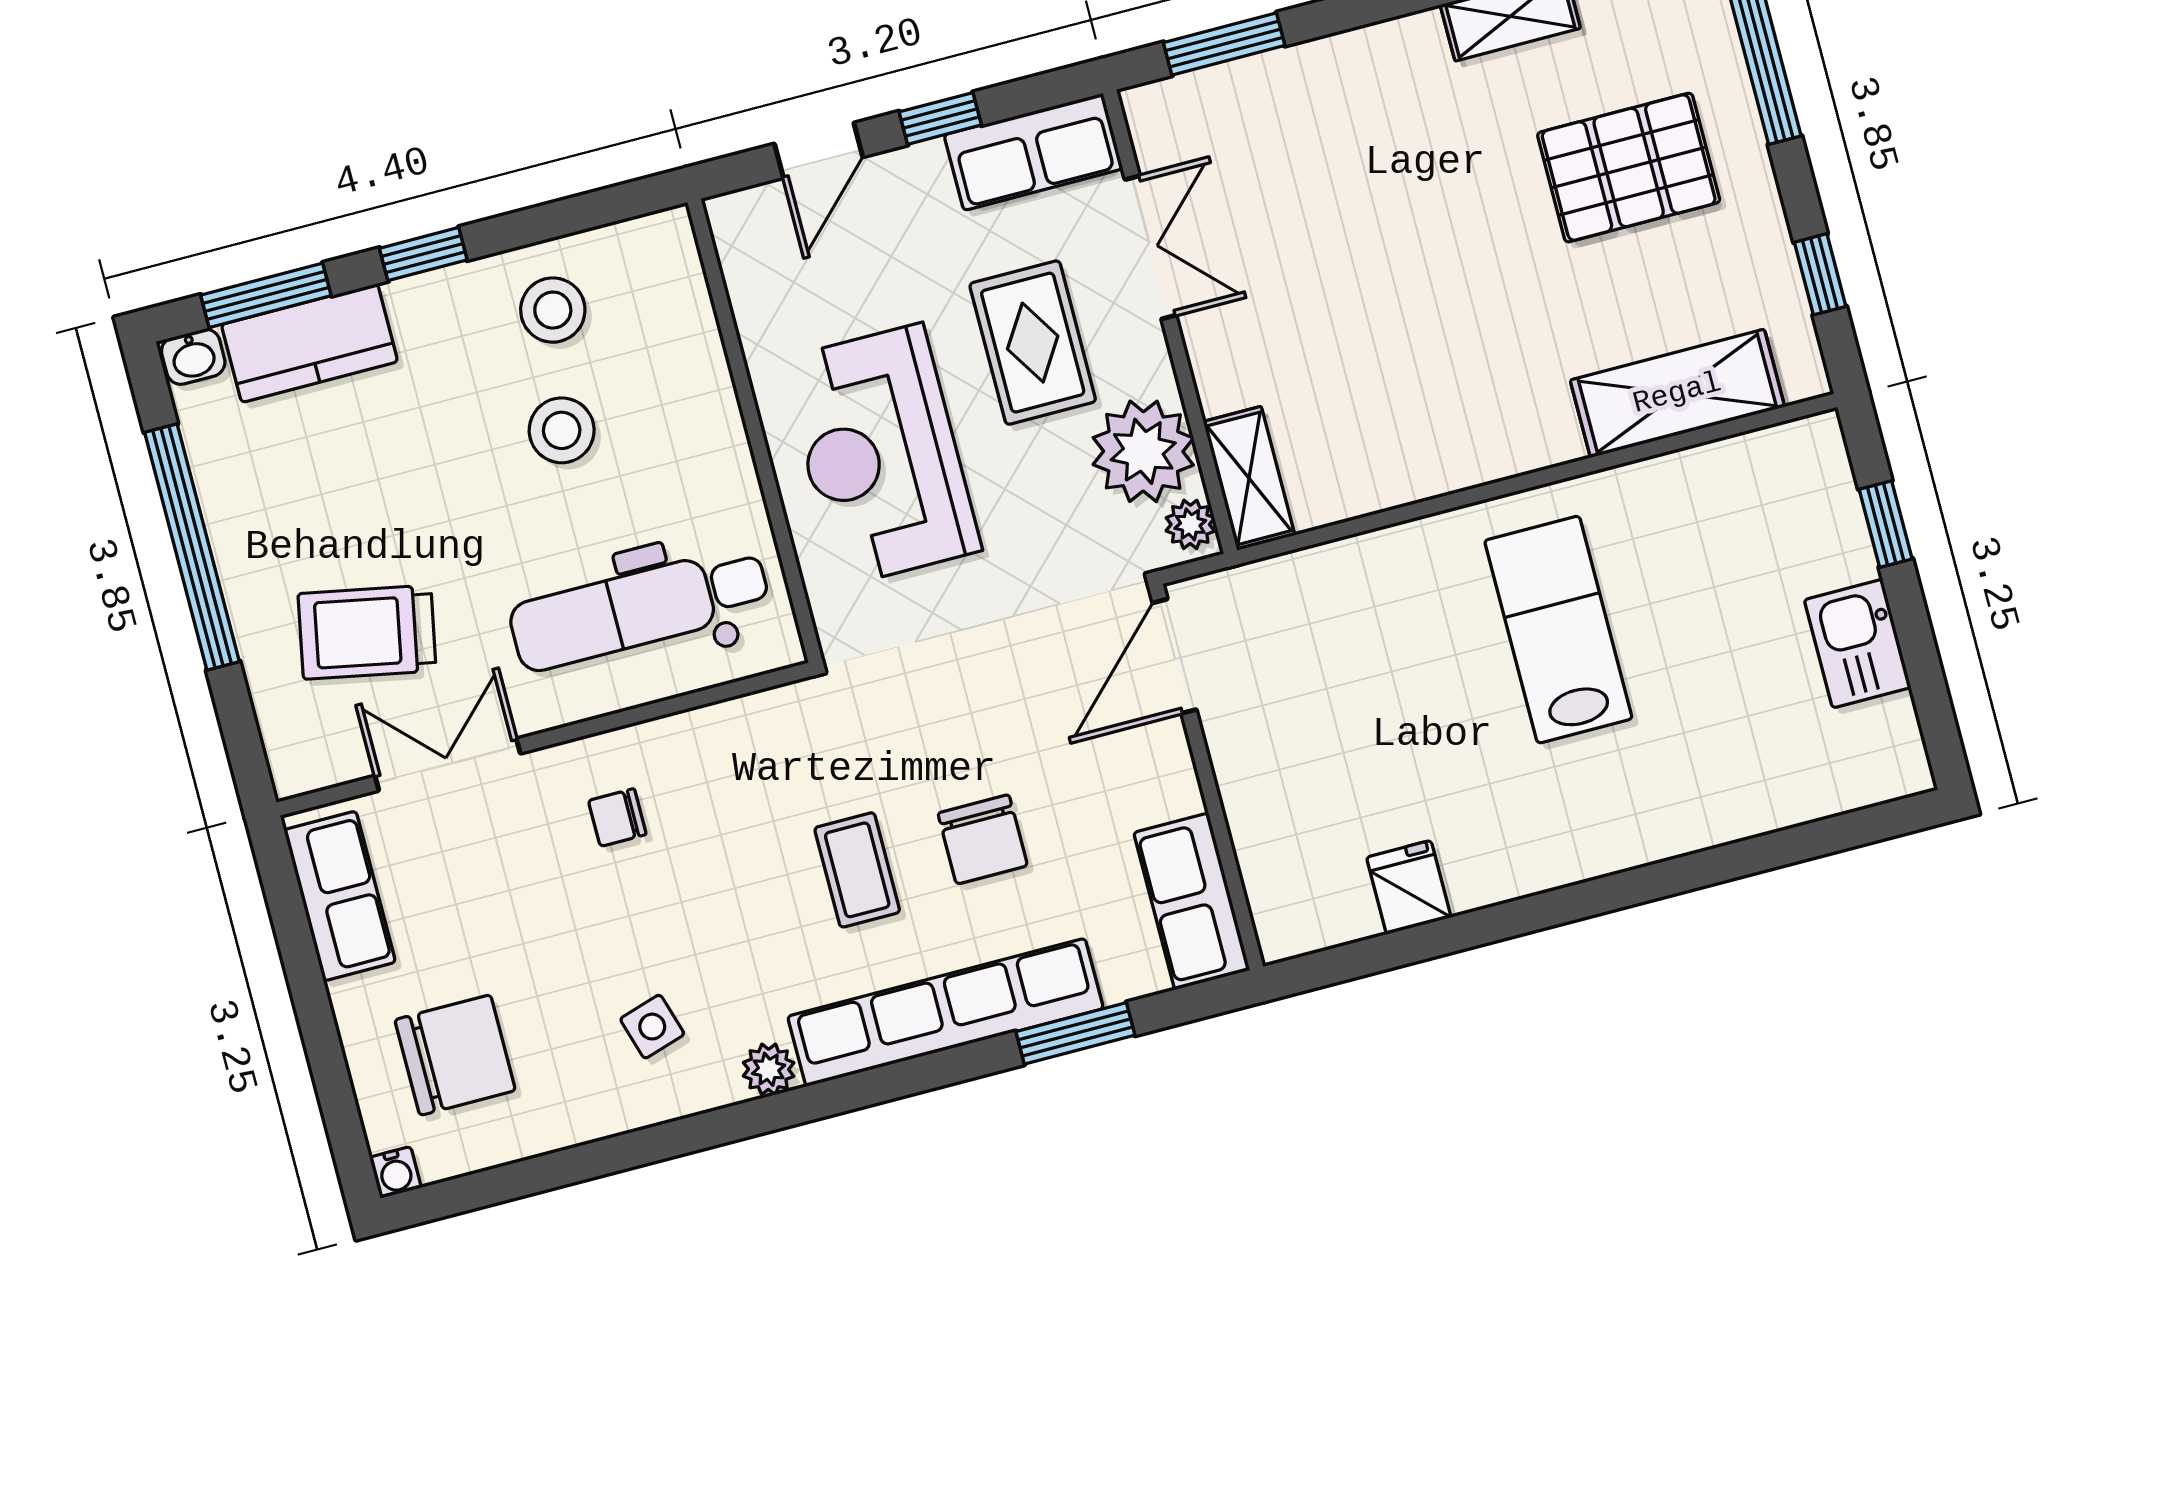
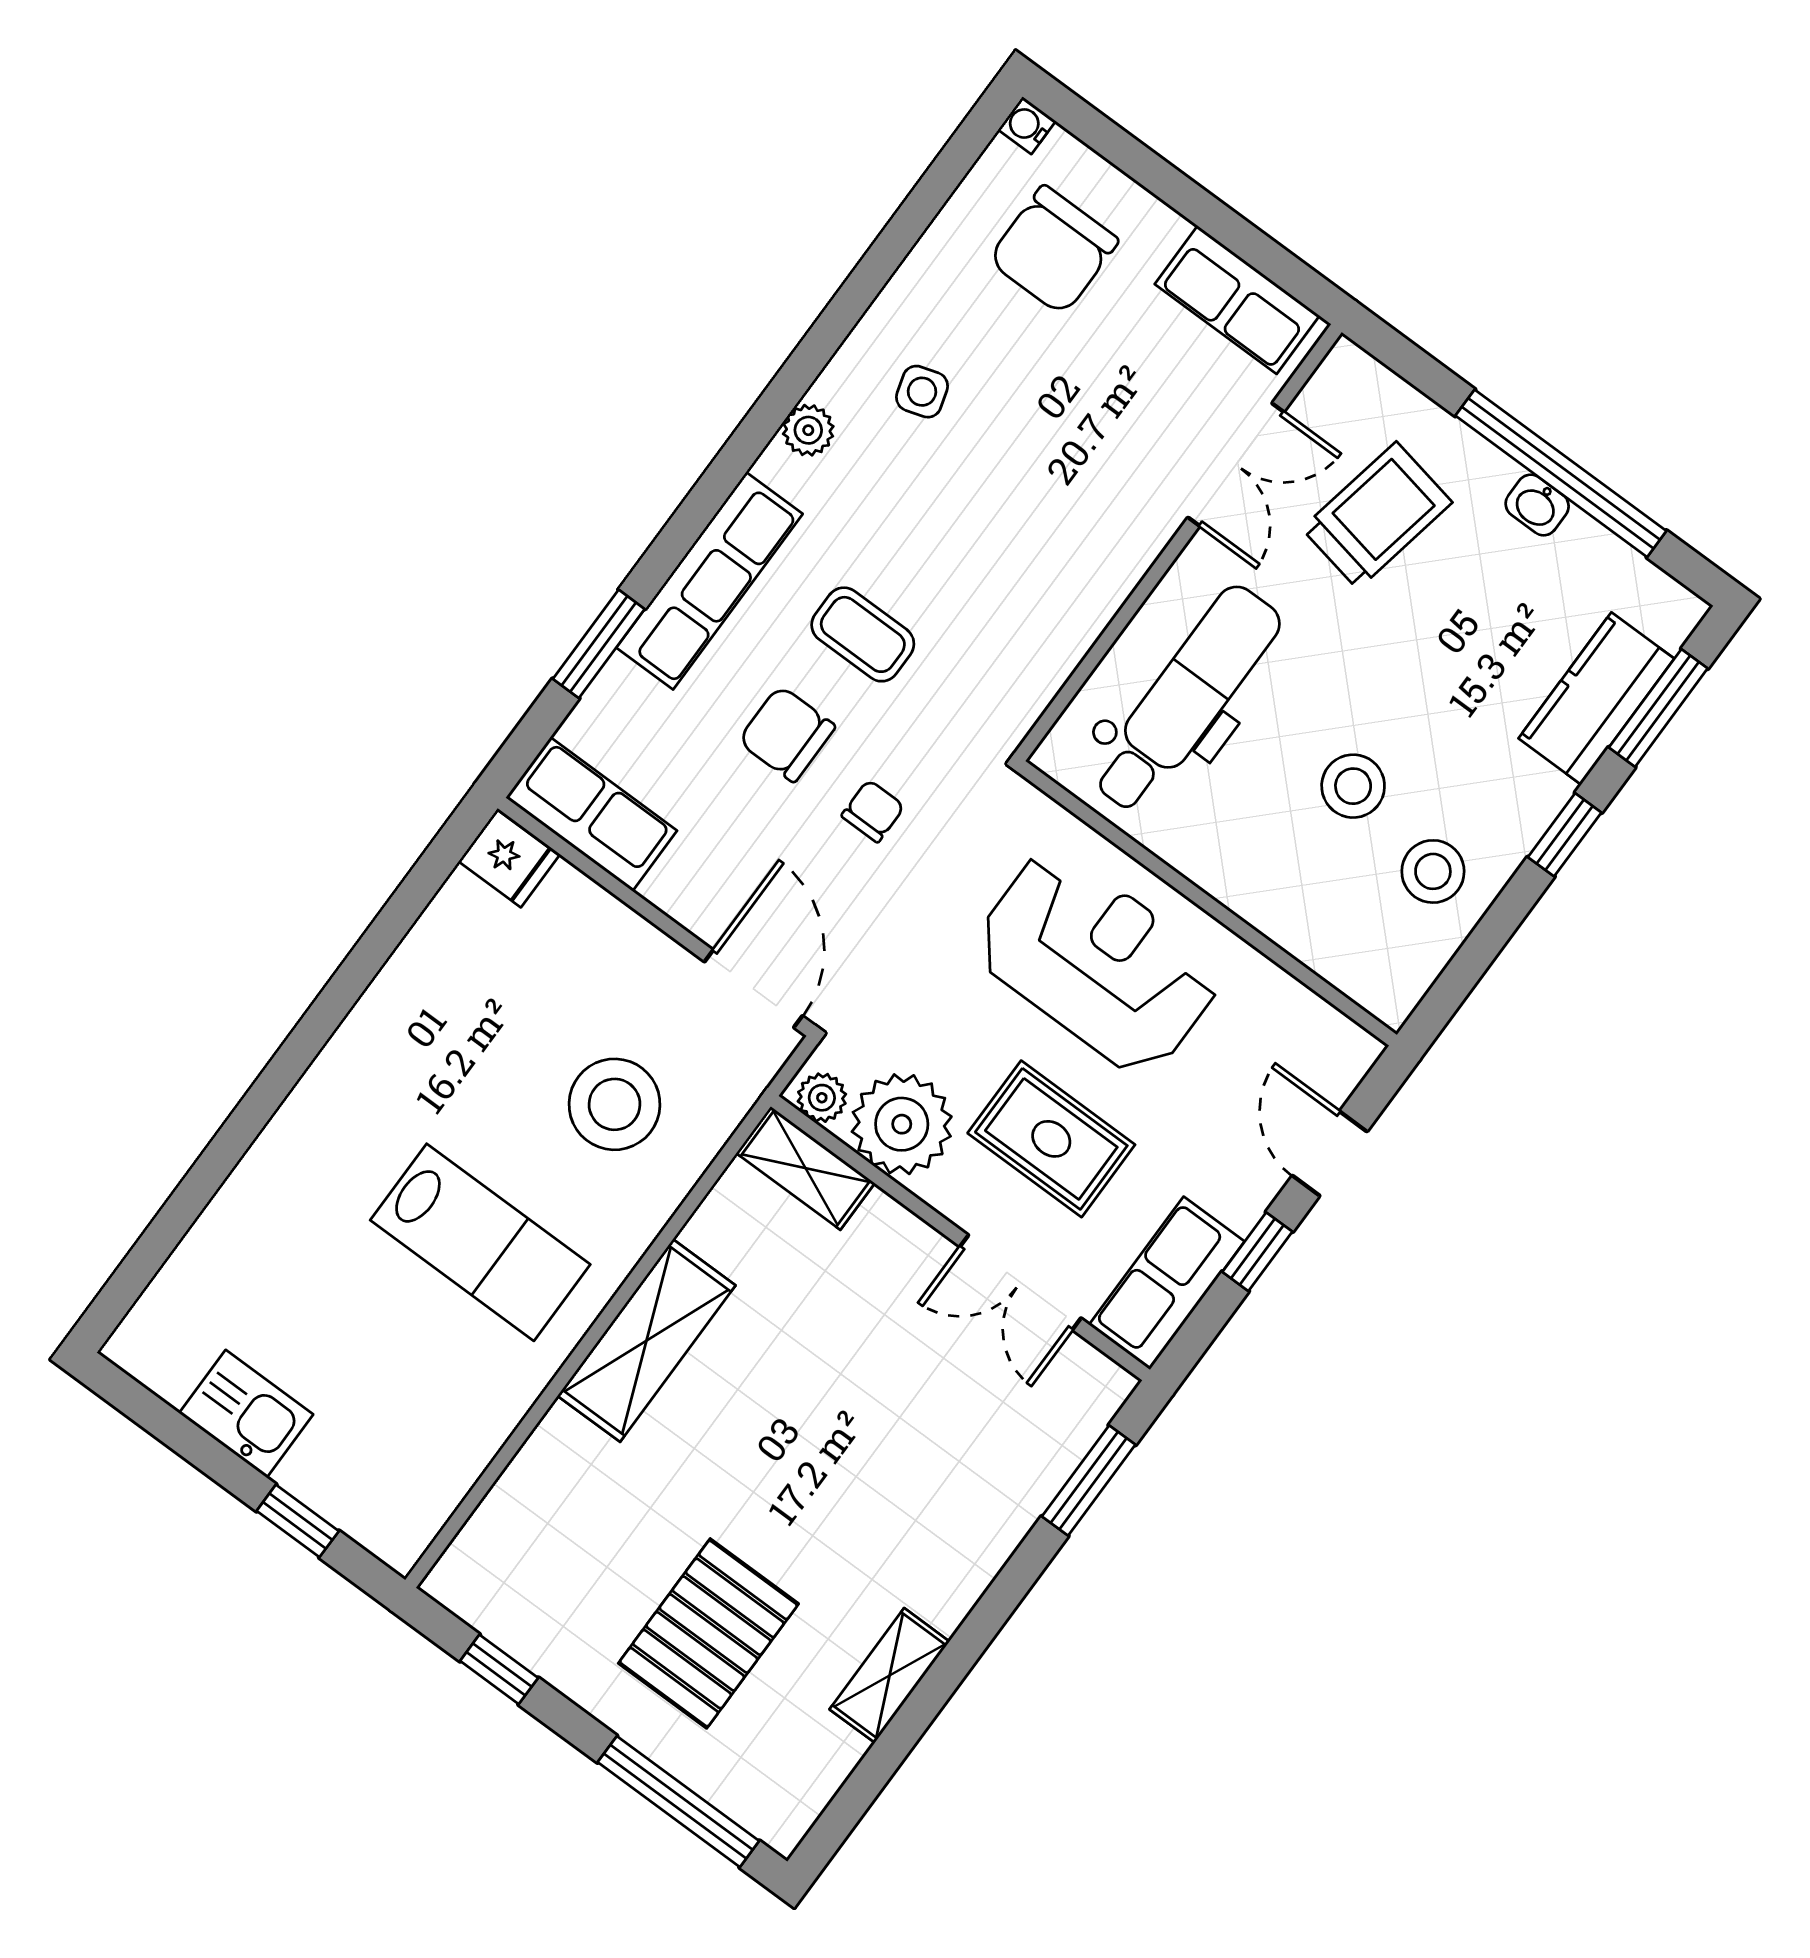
washbasin: (193, 357) -> (1537, 505), moved, turned -90
shelving: (1677, 393) -> (646, 1341), moved
stool: (1361, 653) -> (614, 1104), added
chair: (617, 817) -> (873, 811), moved
fridge: (1409, 887) -> (509, 858), moved
row of seats: (946, 1012) -> (709, 581), width x0.73

